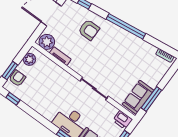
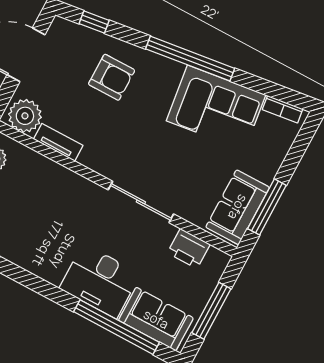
corner sofa: (135, 50) -> (216, 108), added
printer: (123, 120) -> (189, 249), moved

